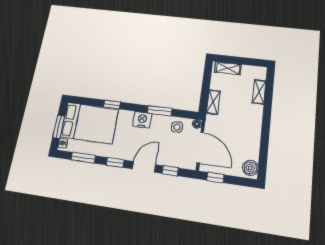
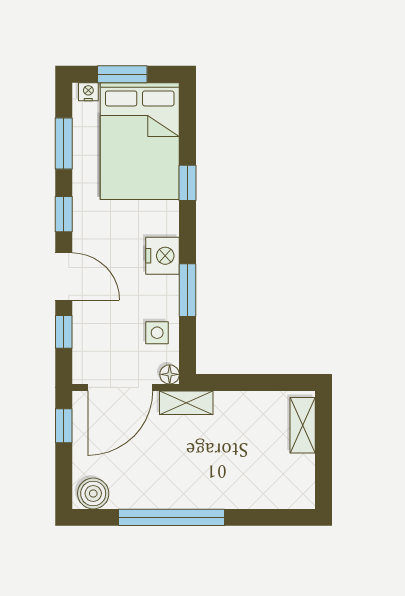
shelving: (259, 92) -> (257, 497), removed
shelving: (213, 102) -> (186, 403), moved
window: (265, 132) -> (172, 517), added

